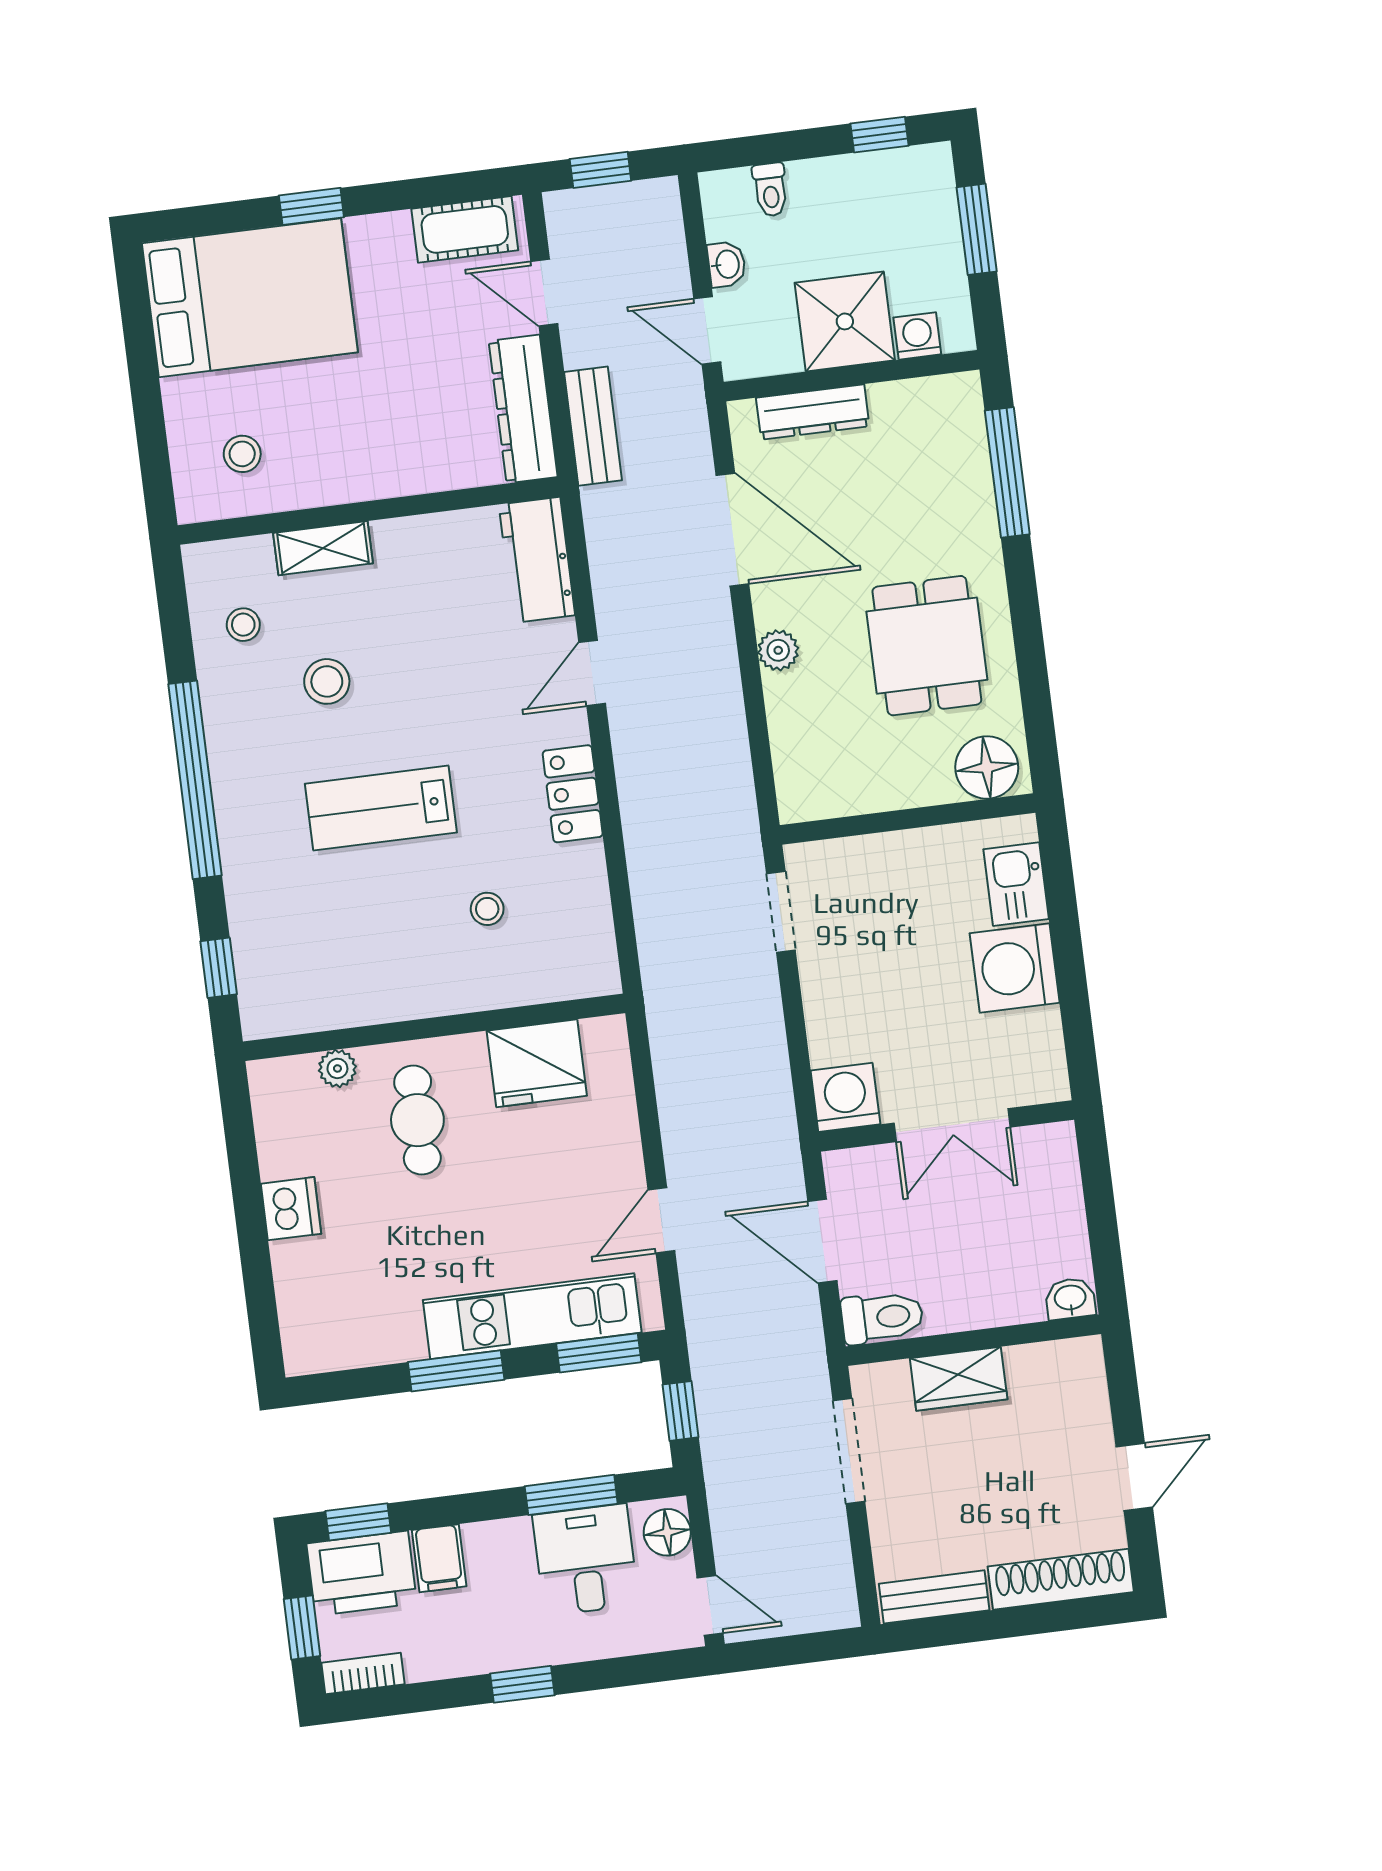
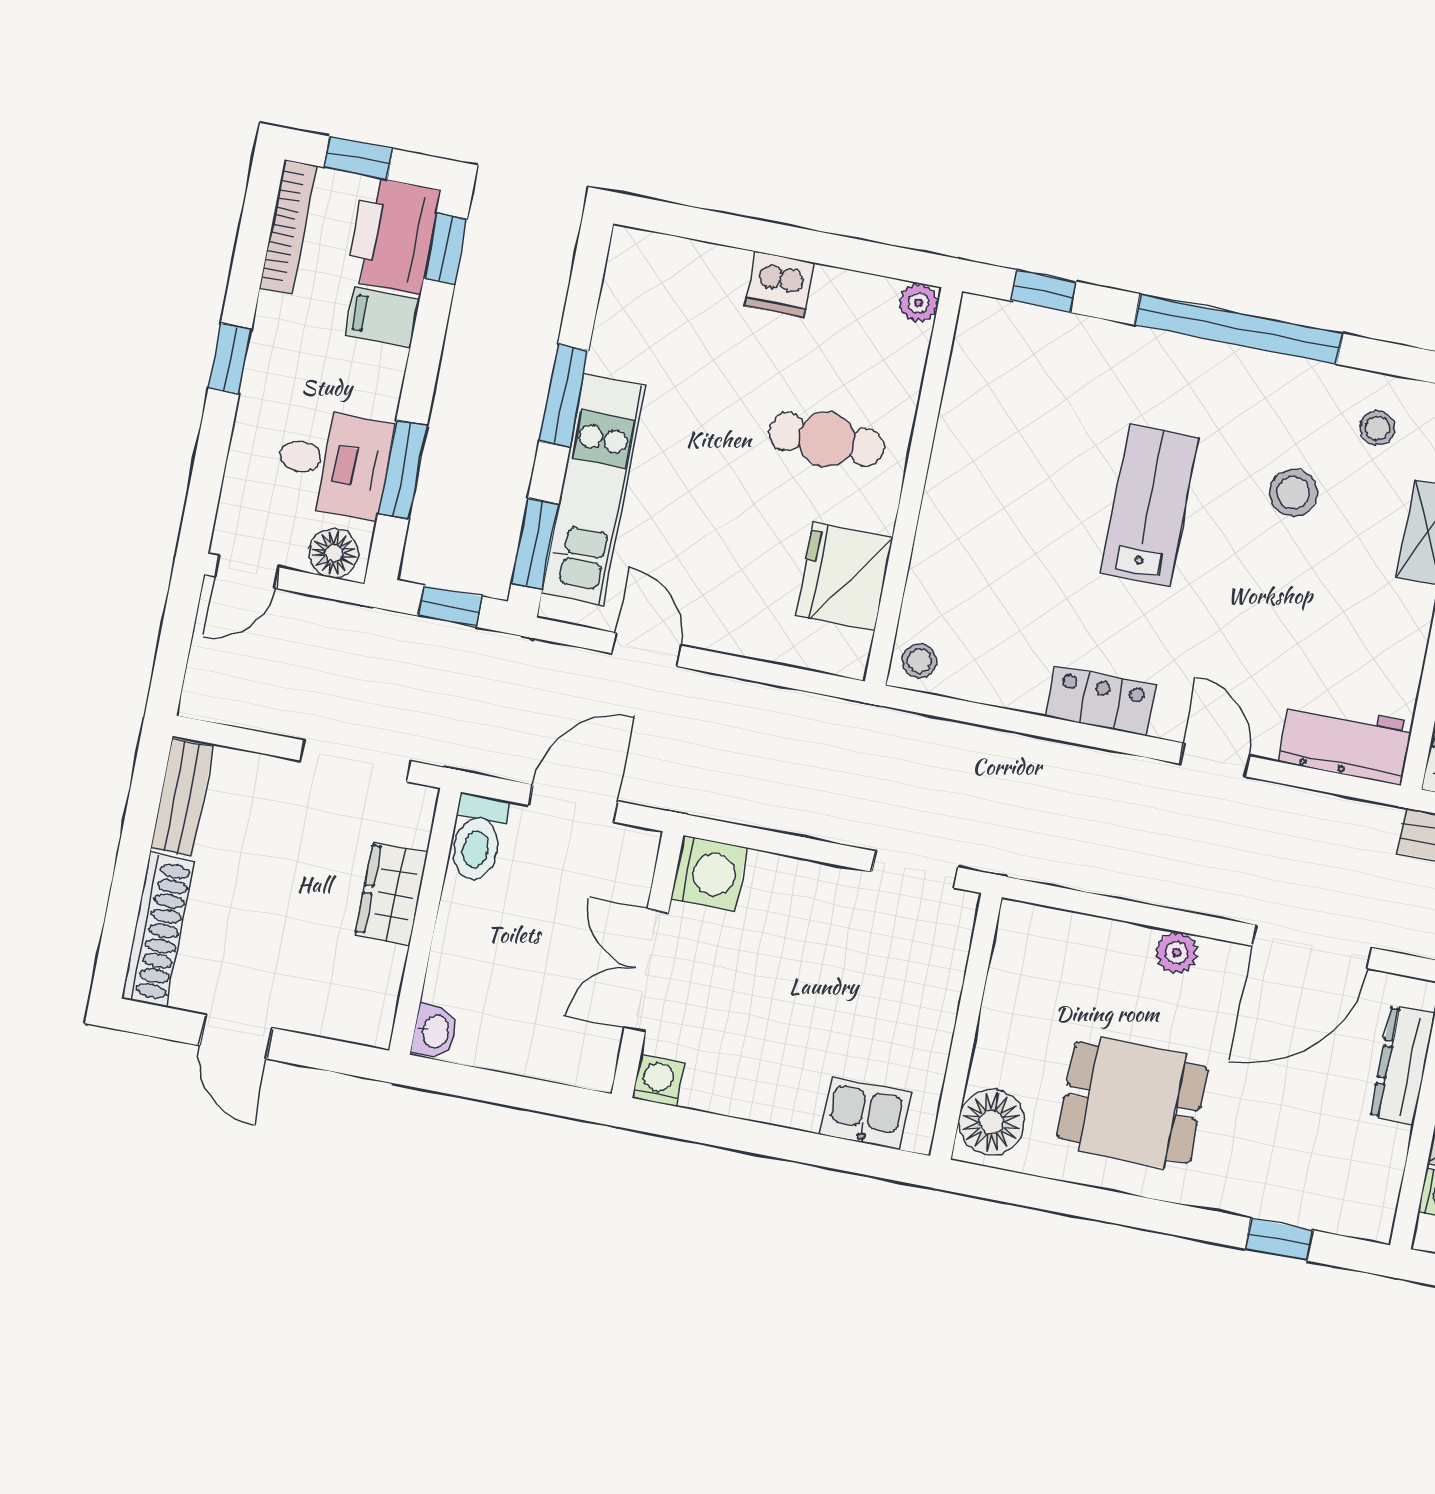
window: (1007, 472) -> (1279, 1239), width x0.46
stool: (487, 909) -> (919, 661), moved
washing machine: (1015, 968) -> (658, 1080), moved, width x0.53, depth x0.53
plant: (337, 1068) -> (918, 303), moved
bookcase: (363, 1673) -> (288, 227), width x1.56

